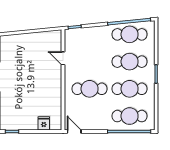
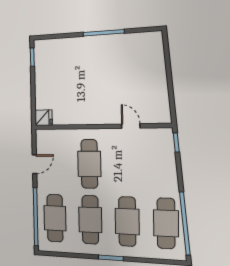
door: (63, 58) -> (131, 126), hinge flipped
fridge: (44, 123) -> (44, 118), moved
door: (74, 131) -> (35, 164), moved

